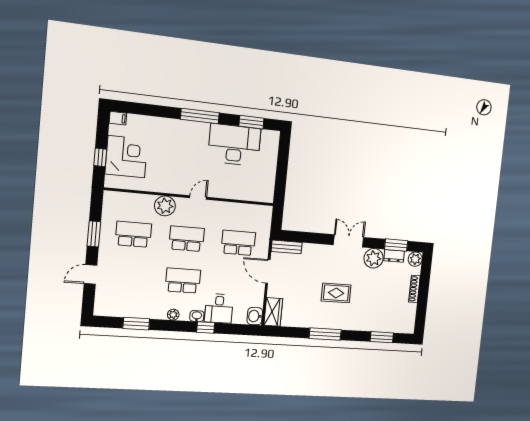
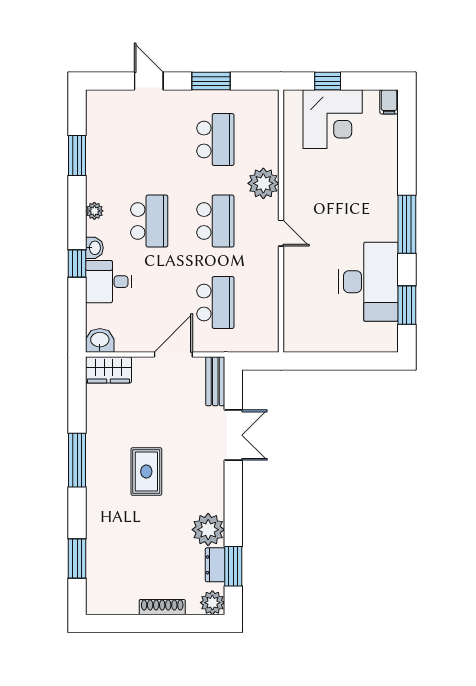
double door: (349, 241) -> (233, 435), moved

